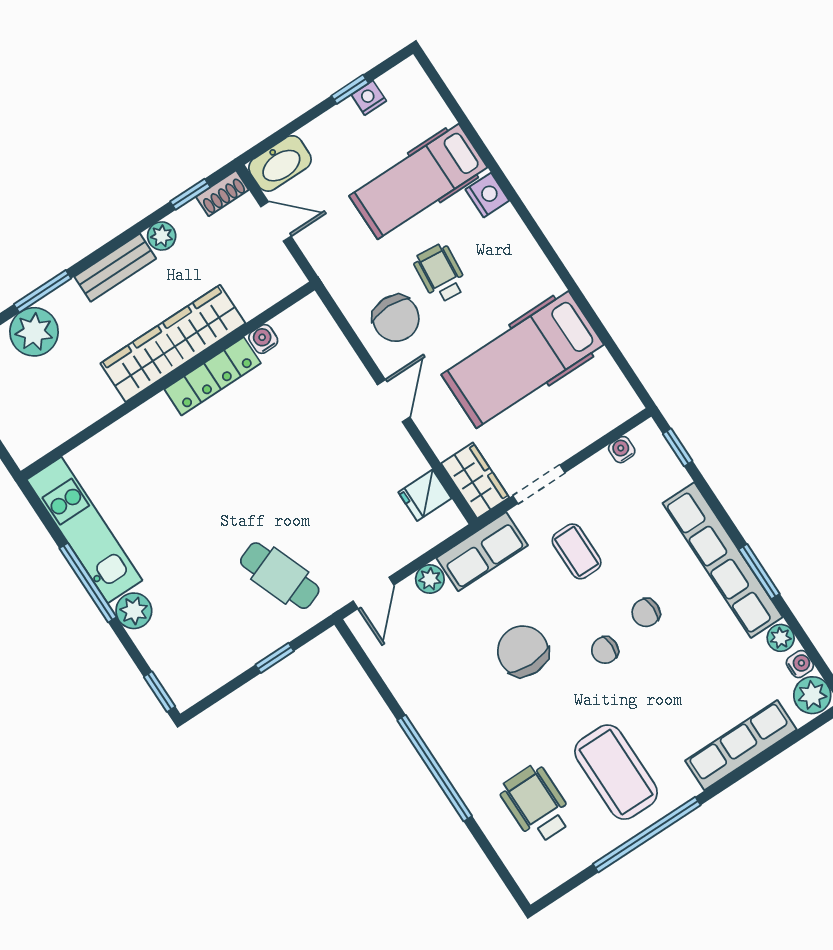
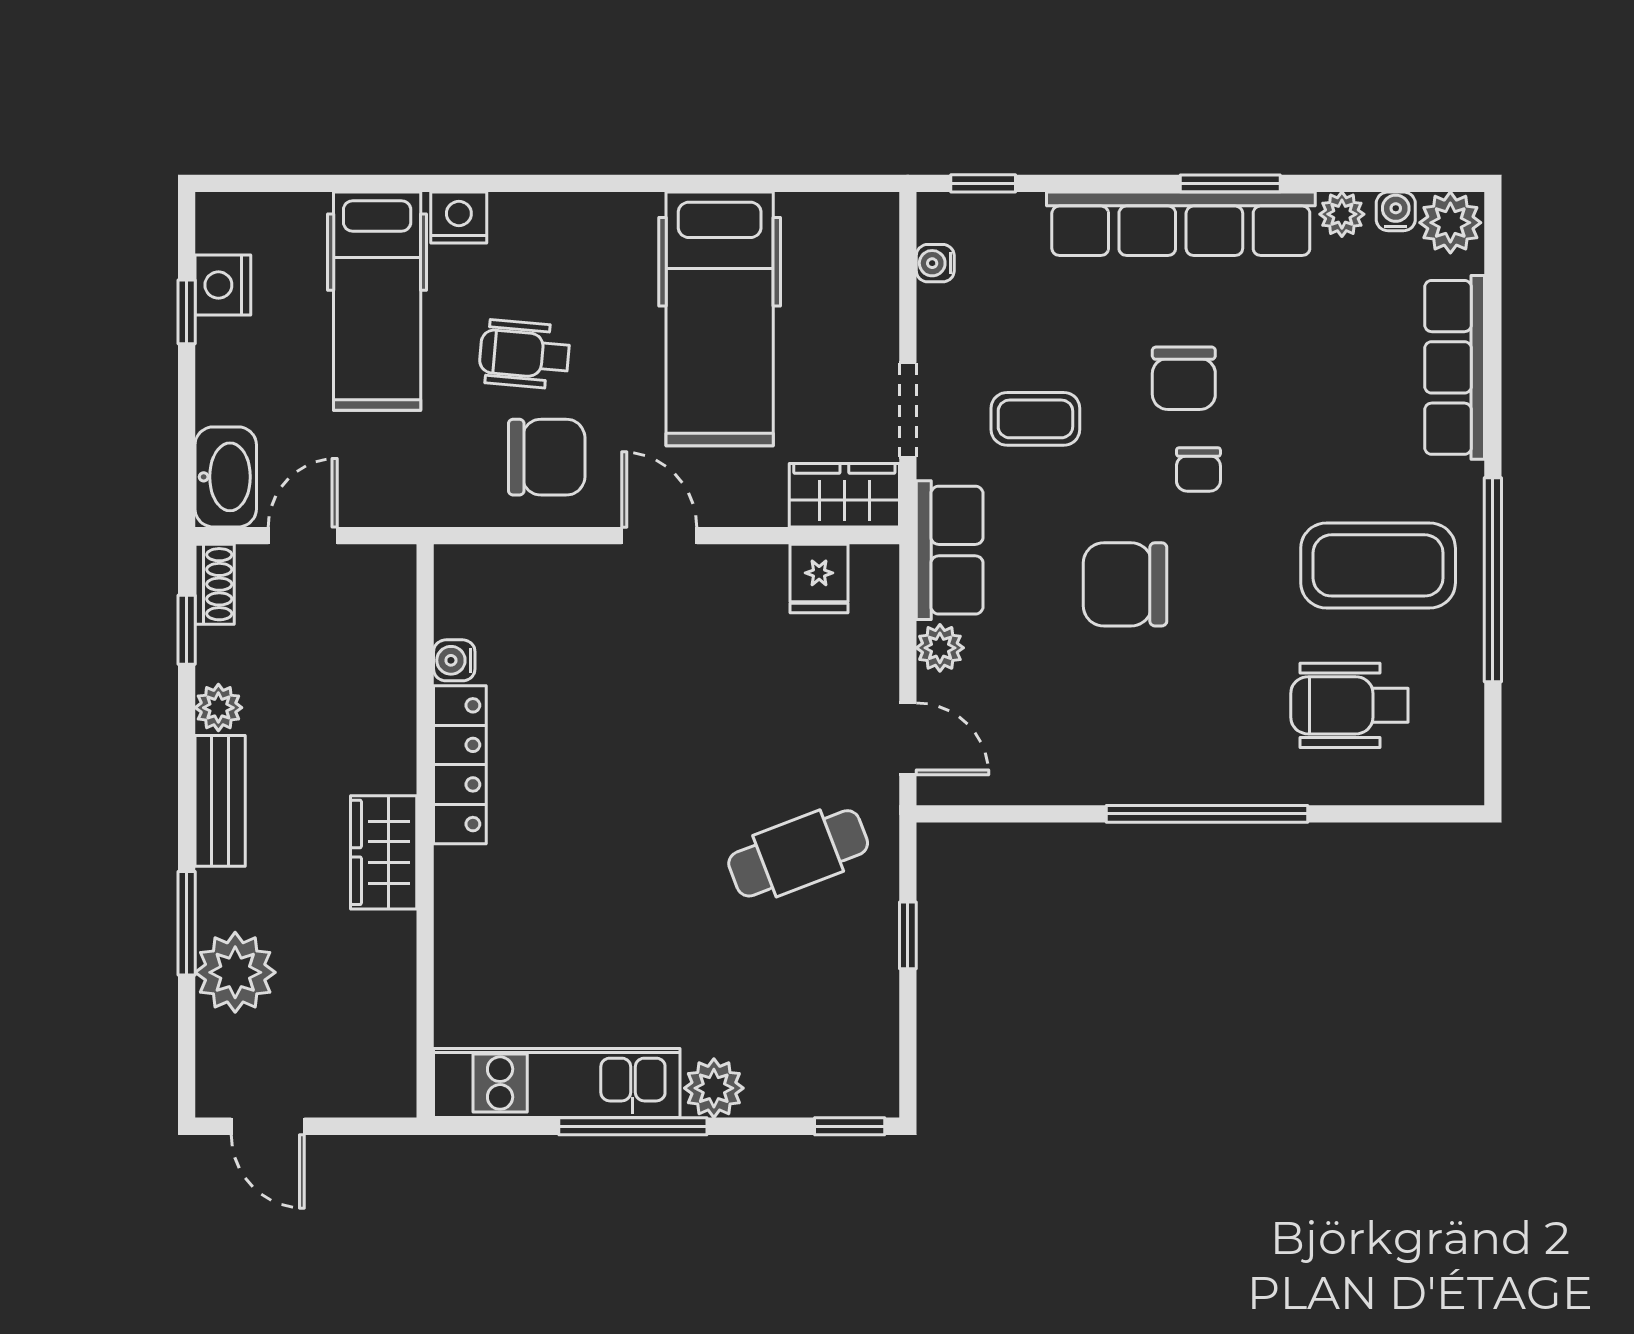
nightstand: (369, 98) -> (223, 285), width x1.39, depth x1.35
wardrobe: (173, 343) -> (384, 852), width x0.48, depth x0.85
chair: (646, 613) -> (1184, 378), width x1.37, depth x1.37

